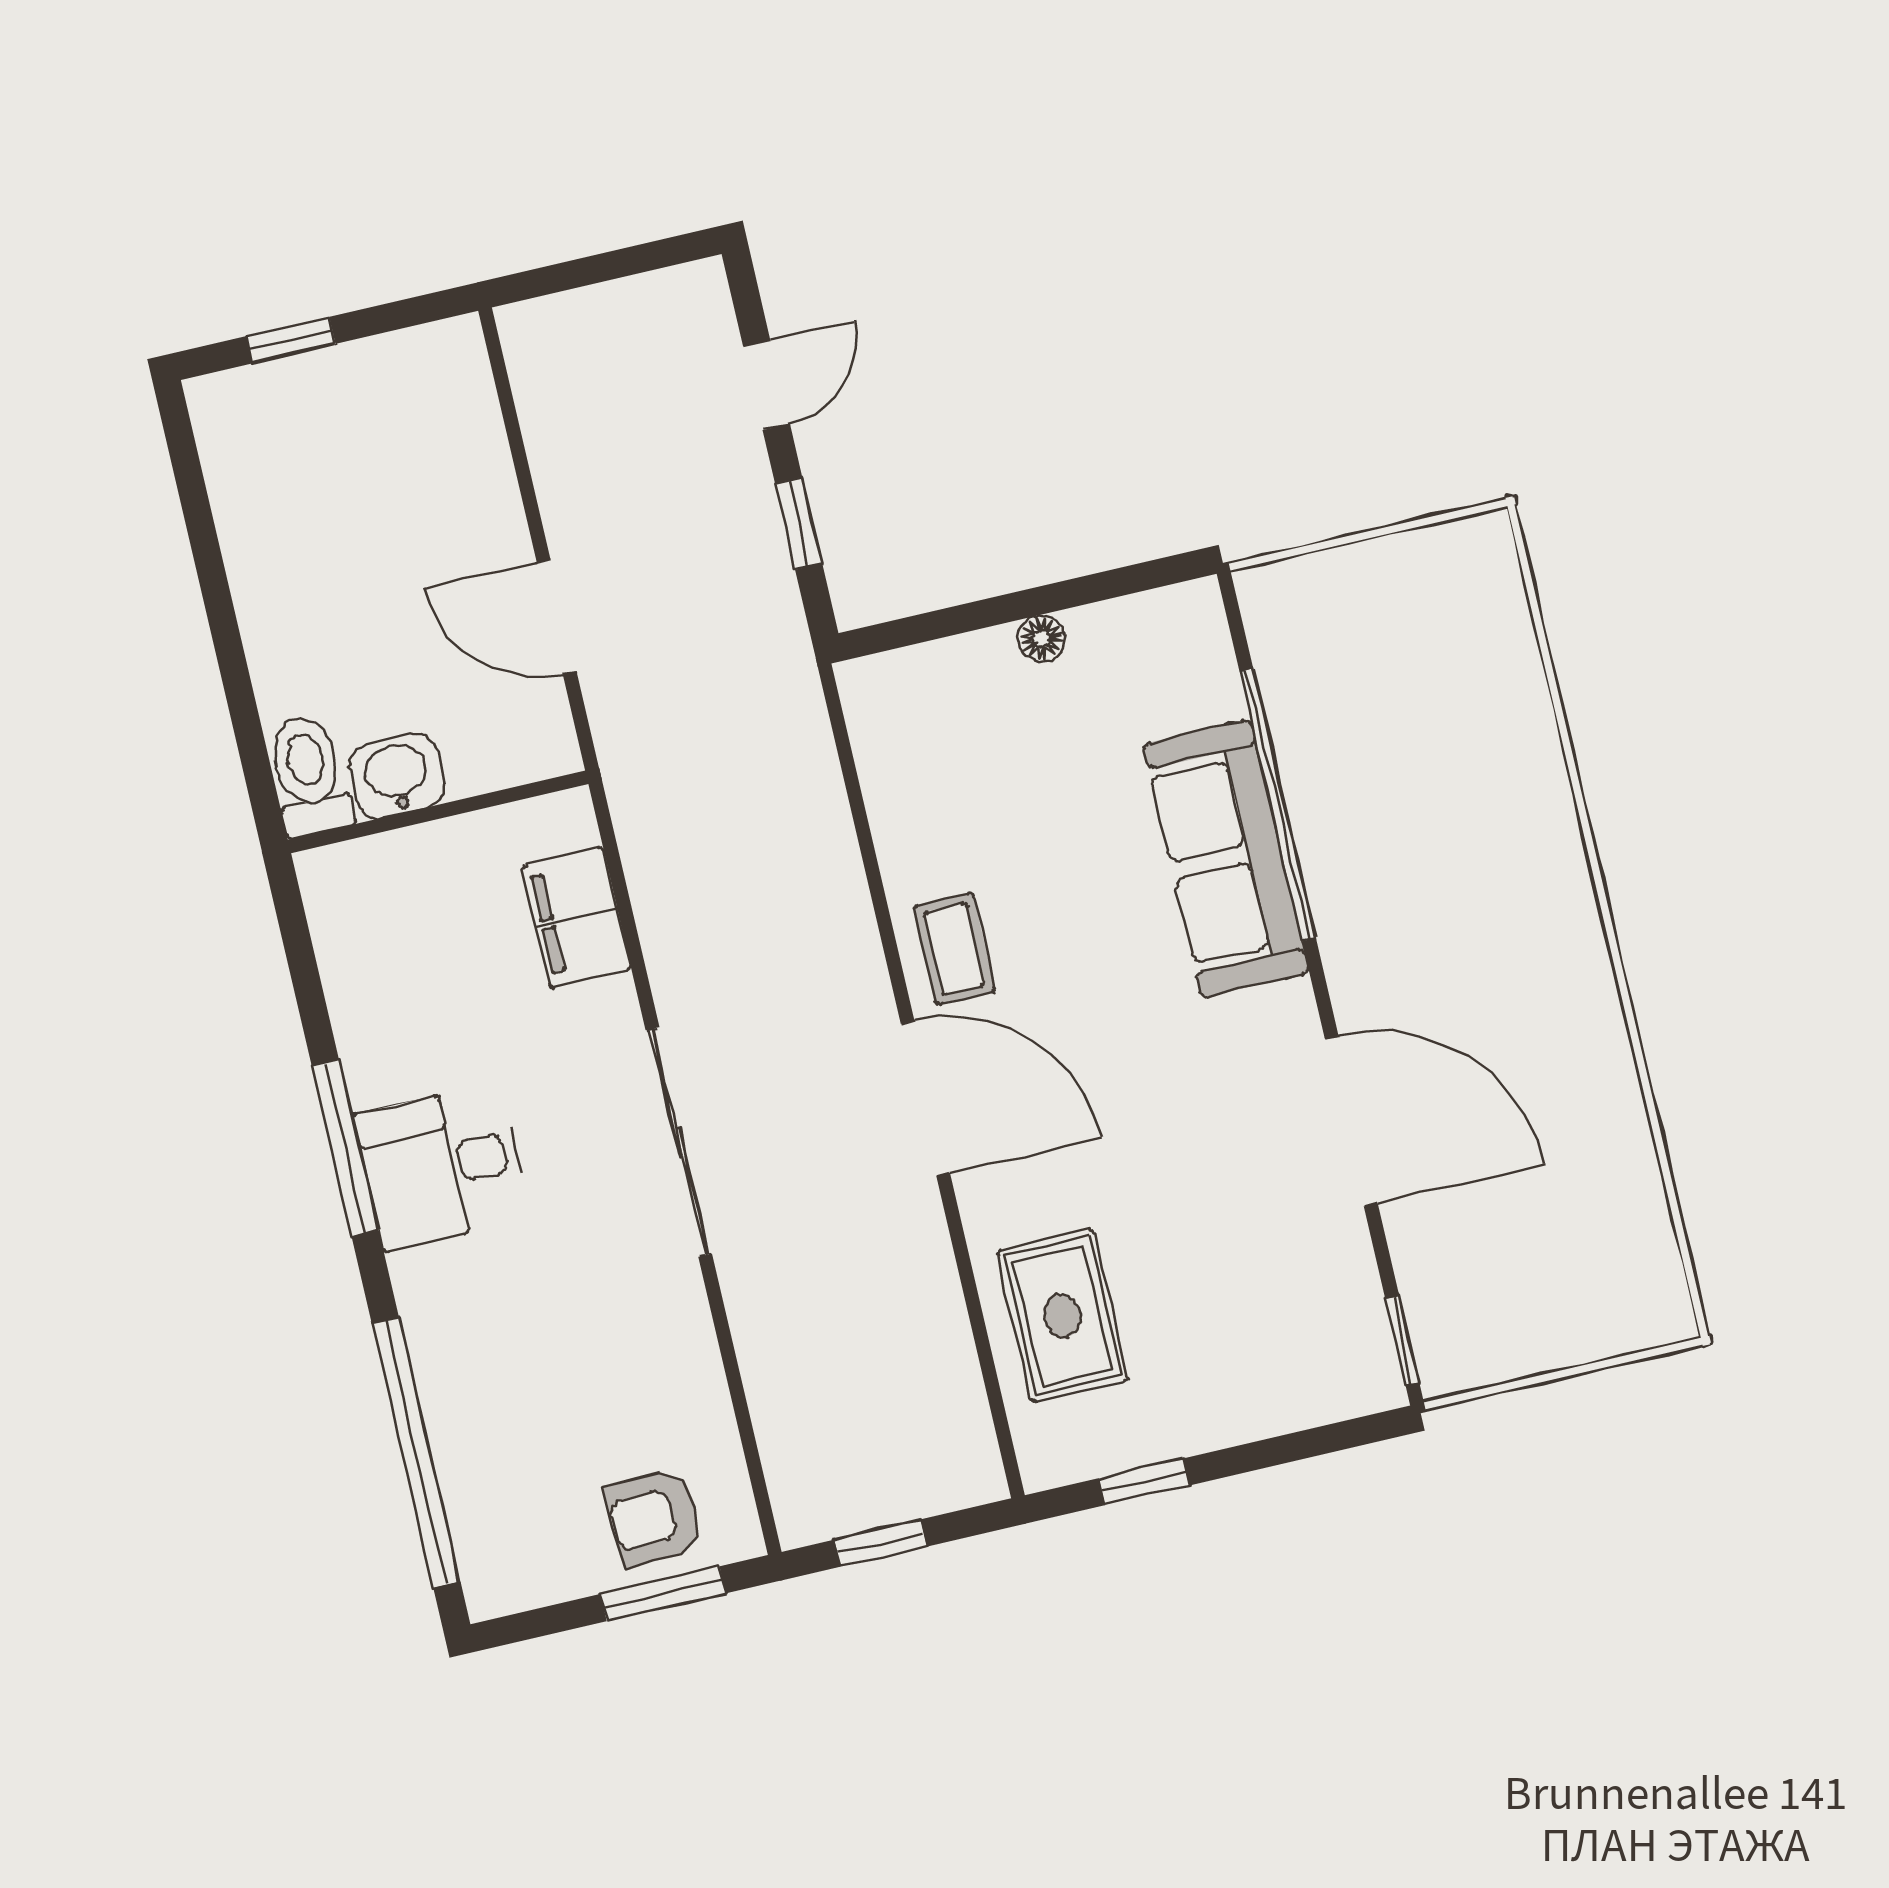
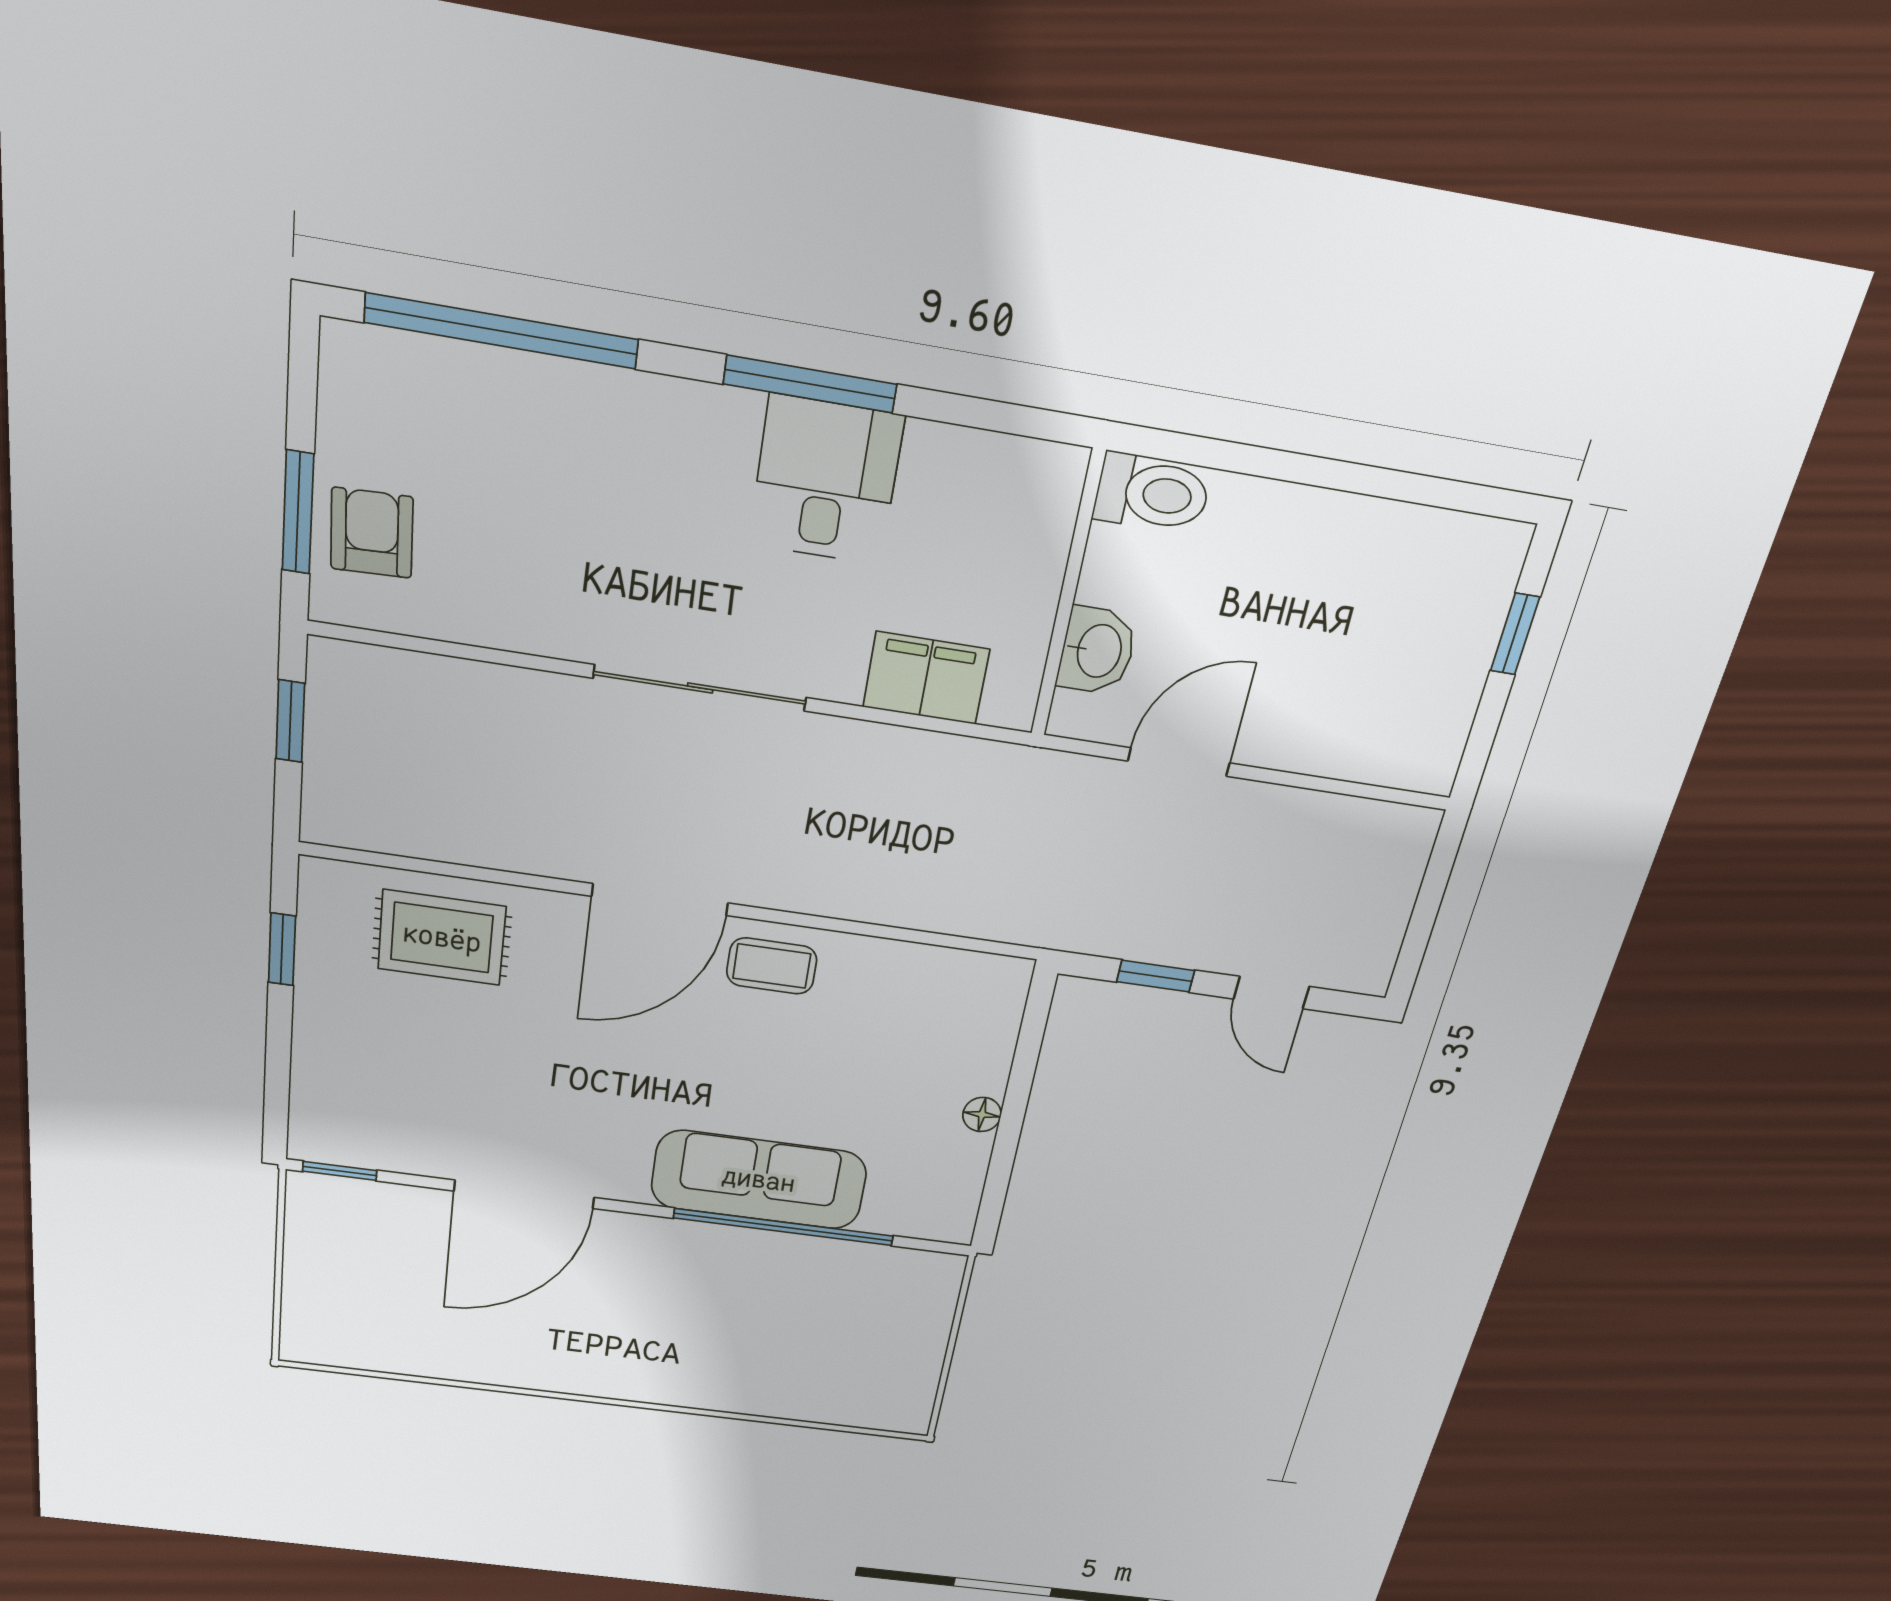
washbasin: (397, 776) -> (1097, 651), moved
desk: (442, 1167) -> (826, 480), moved

